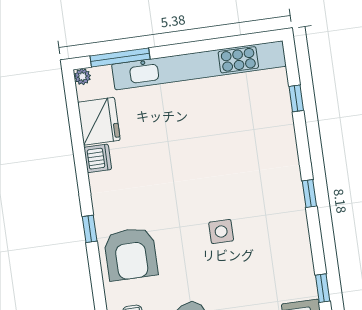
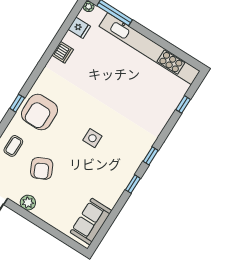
fridge: (99, 121) -> (79, 28), width x0.53, depth x0.75
window: (90, 229) -> (17, 103), moved
window: (323, 288) -> (133, 184), moved

